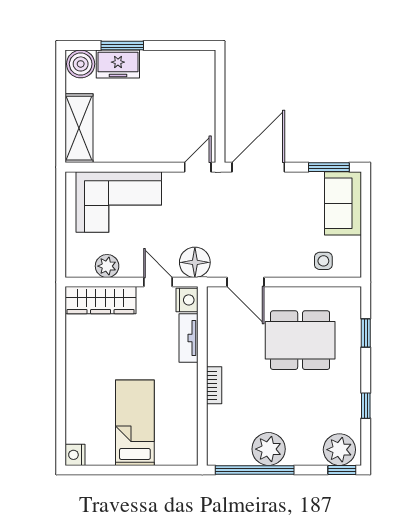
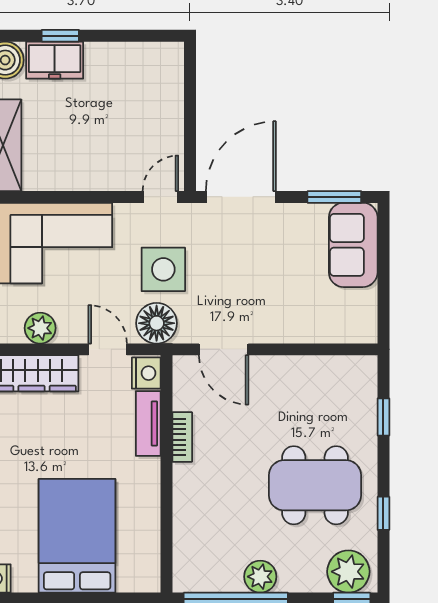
window: (122, 46) -> (60, 36), width x0.67
side table: (323, 261) -> (163, 269), moved, width x1.87, depth x1.87
dining table: (300, 340) -> (315, 485), moved
bookcase: (214, 385) -> (182, 437), moved
bed: (135, 423) -> (77, 536), width x1.50
plant: (269, 449) -> (260, 577), width x0.73, depth x0.73

